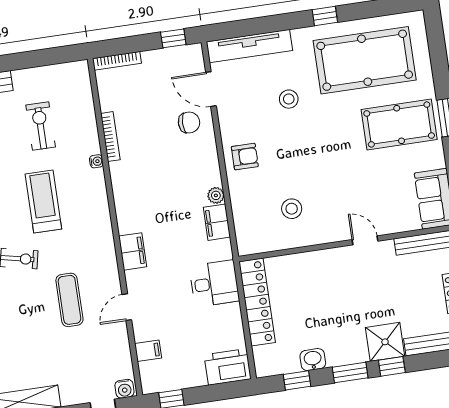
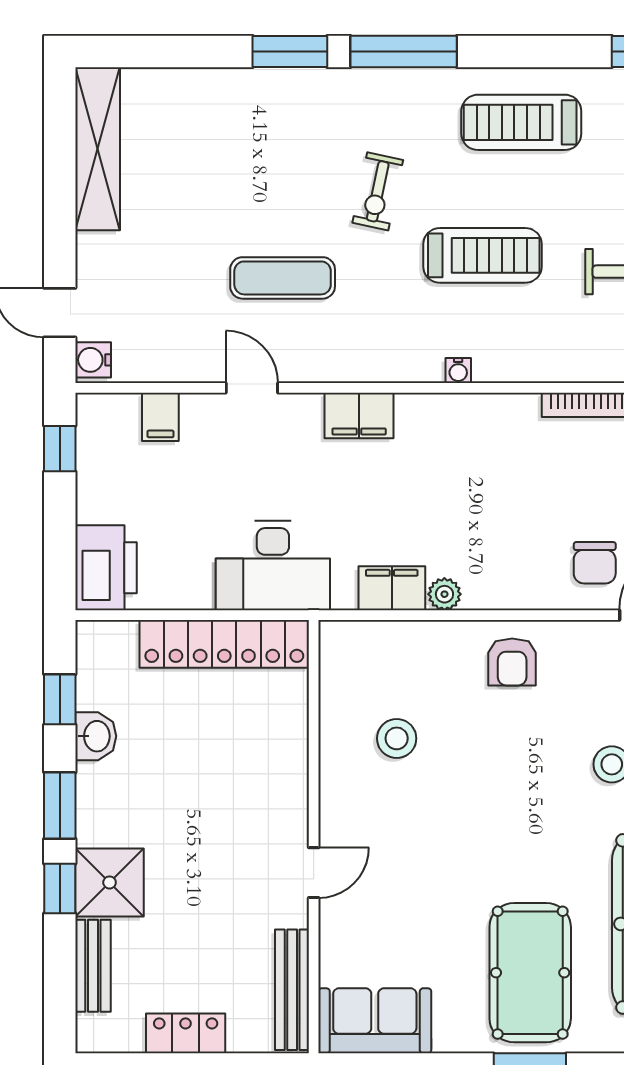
water cooler: (96, 161) -> (458, 371), moved
desk: (214, 283) -> (273, 566), width x1.37

